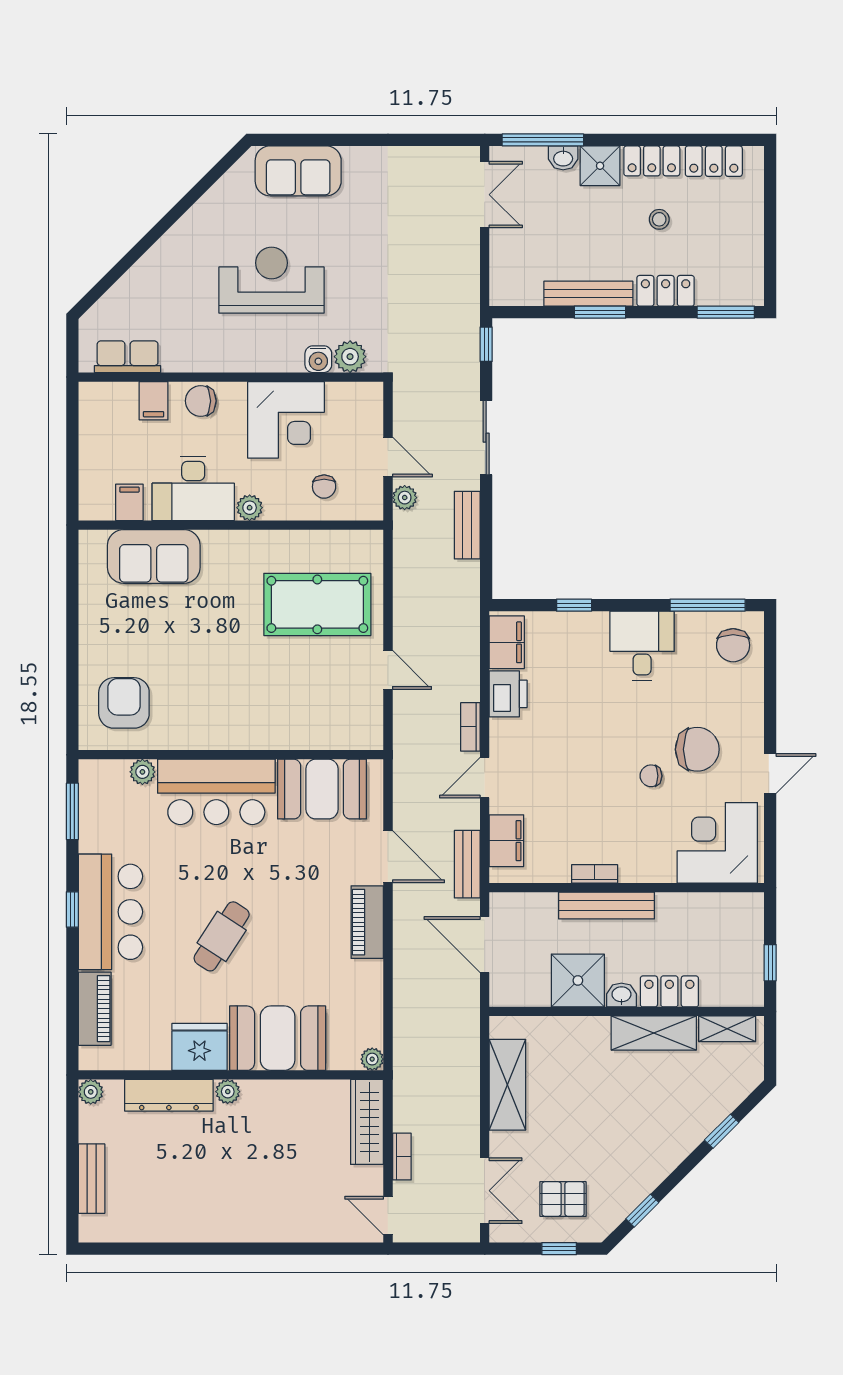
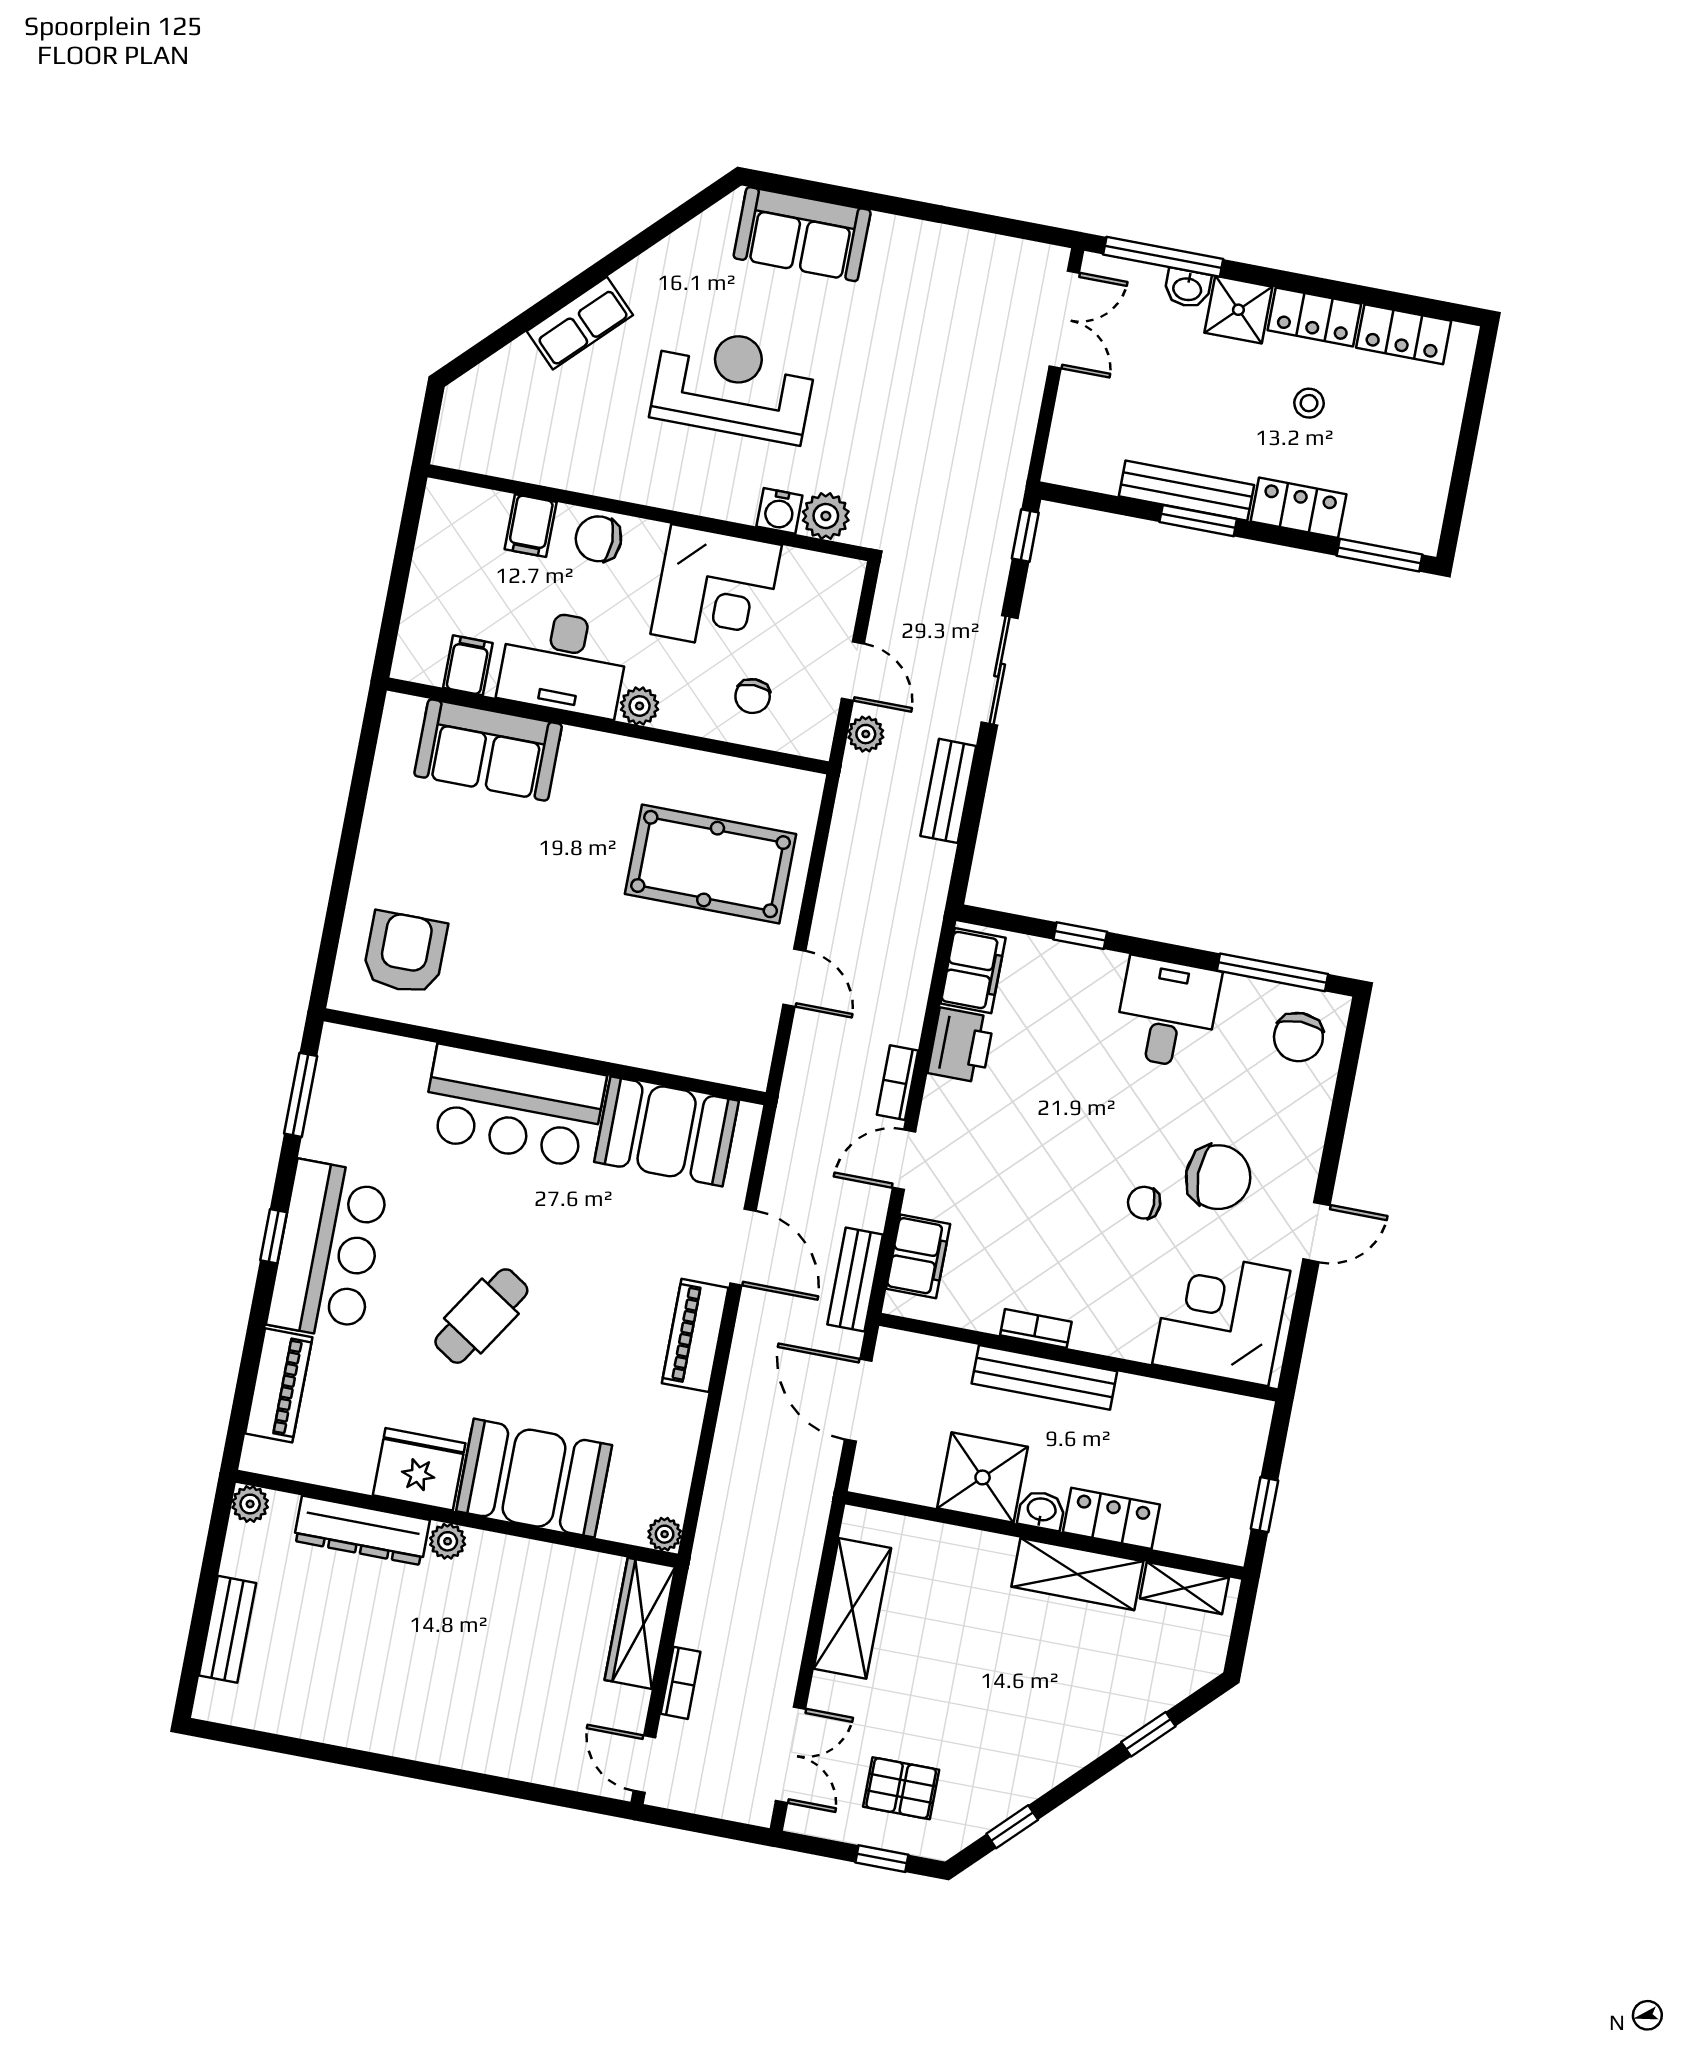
row of seats: (128, 357) -> (580, 323), moved, turned 135
plant: (142, 772) -> (413, 1057), removed

